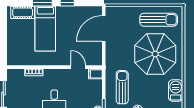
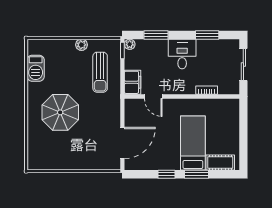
sun lounger: (159, 20) -> (56, 154), removed
parasol: (155, 54) -> (60, 112), width x0.73, depth x0.73
filing cabinet: (95, 74) -> (133, 82), width x2.00

